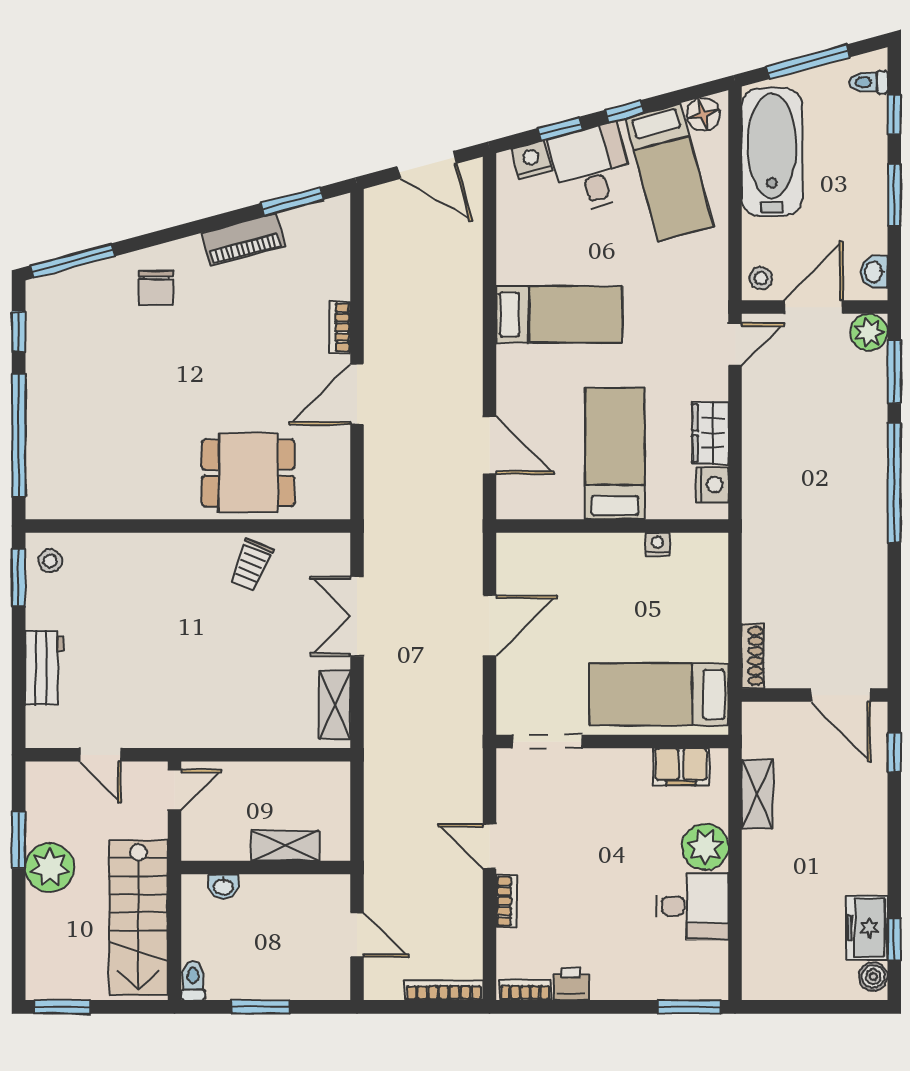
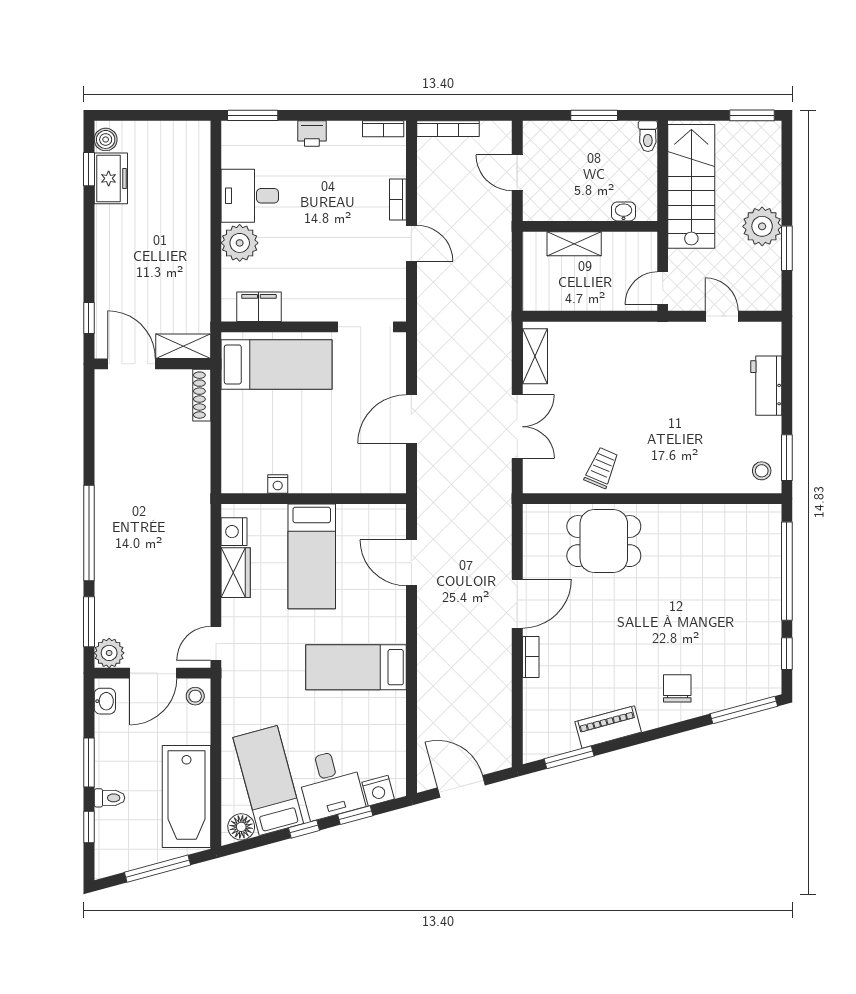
toilet: (869, 82) -> (109, 798), moved
shelving: (757, 794) -> (183, 346), moved, turned 90
printer: (571, 984) -> (312, 133), moved

